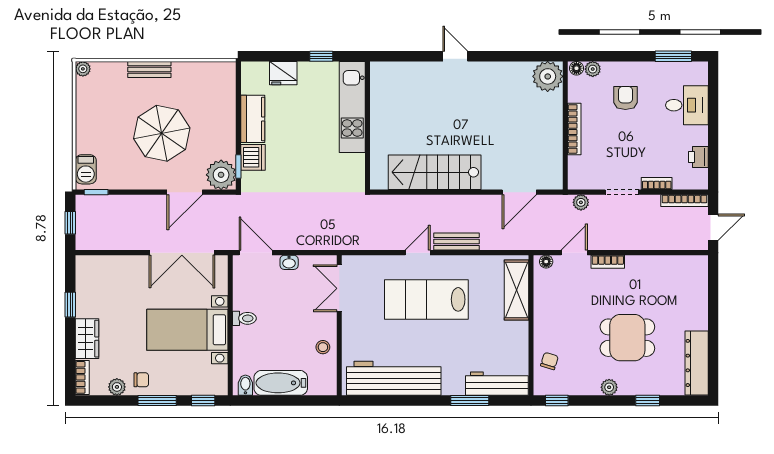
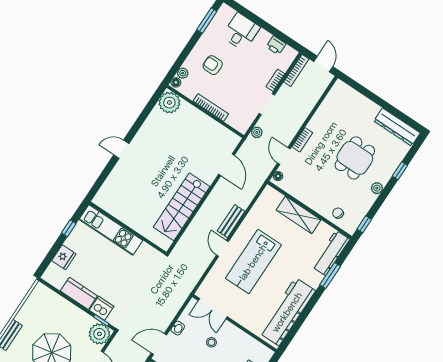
shelving: (516, 290) -> (299, 215), moved
stool: (323, 347) -> (211, 342), moved

